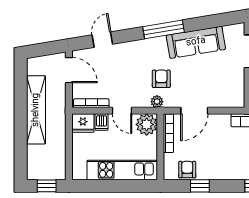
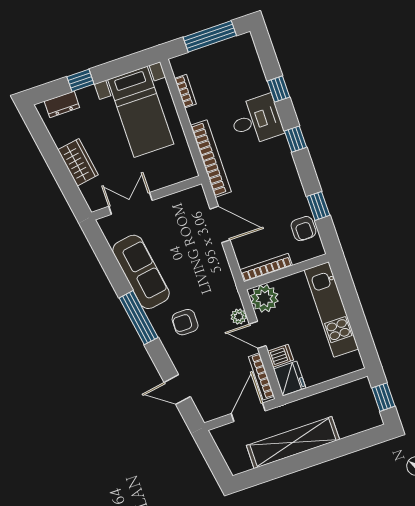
door: (69, 70) -> (248, 412), moved
armchair: (161, 79) -> (185, 322), moved
plant: (157, 102) -> (239, 317), moved
door: (122, 111) -> (258, 335), swing flipped
door: (194, 111) -> (220, 224), moved
armchair: (187, 170) -> (303, 229), turned -90

